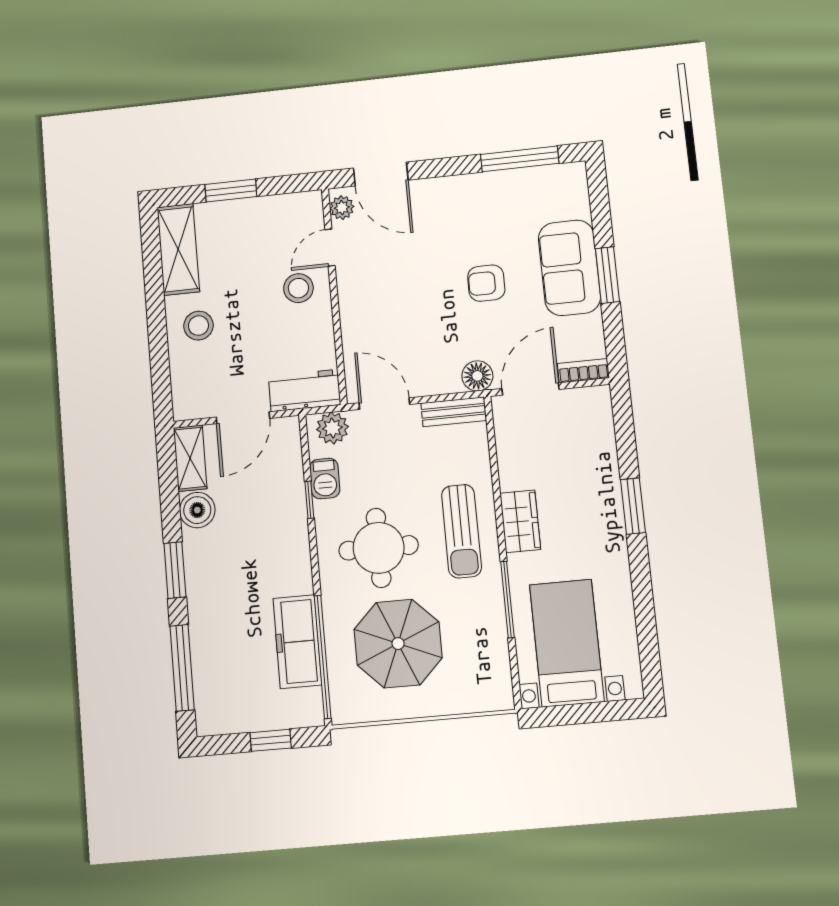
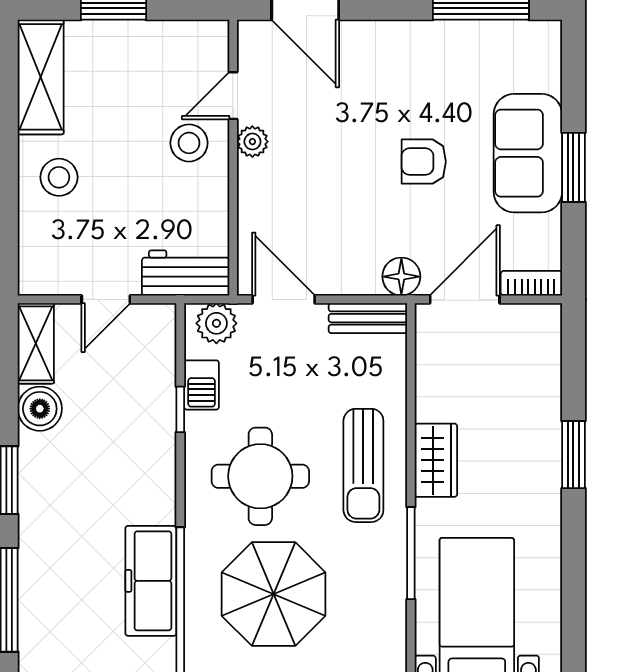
plant: (342, 208) -> (252, 142), moved
door: (243, 418) -> (106, 299), width x0.73

